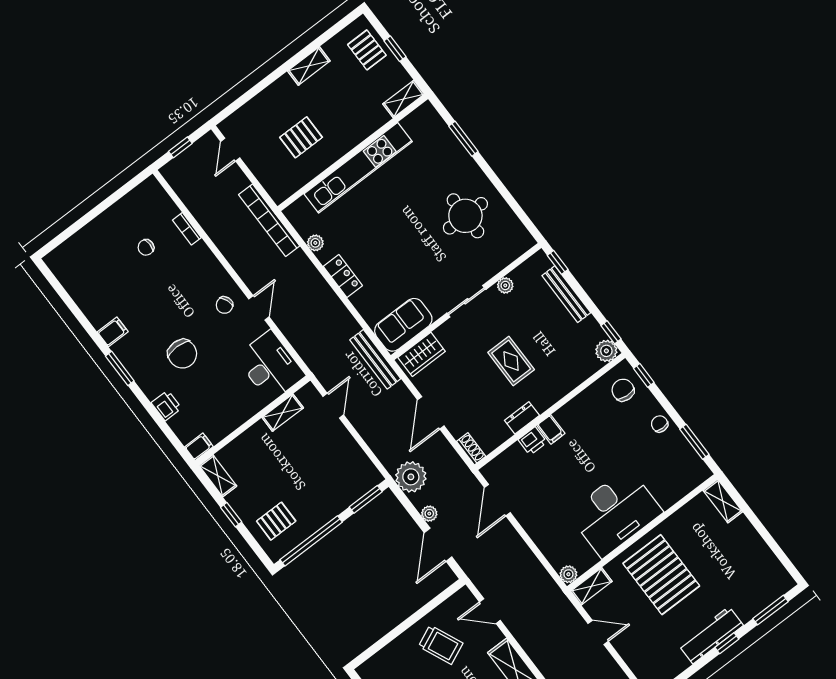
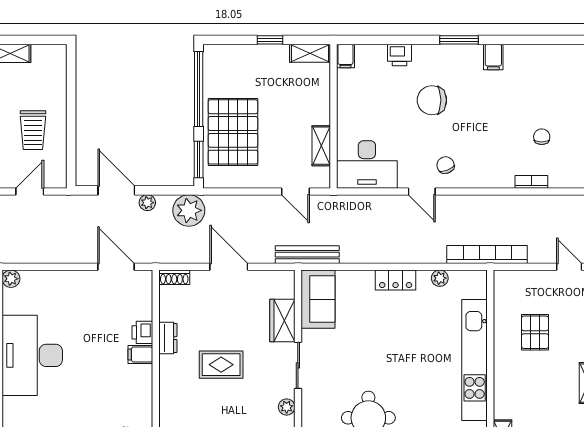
wardrobe: (422, 354) -> (282, 321), moved
pallet: (276, 521) -> (233, 132), moved, width x2.05, depth x2.00
trolley: (441, 645) -> (33, 130), turned -66

